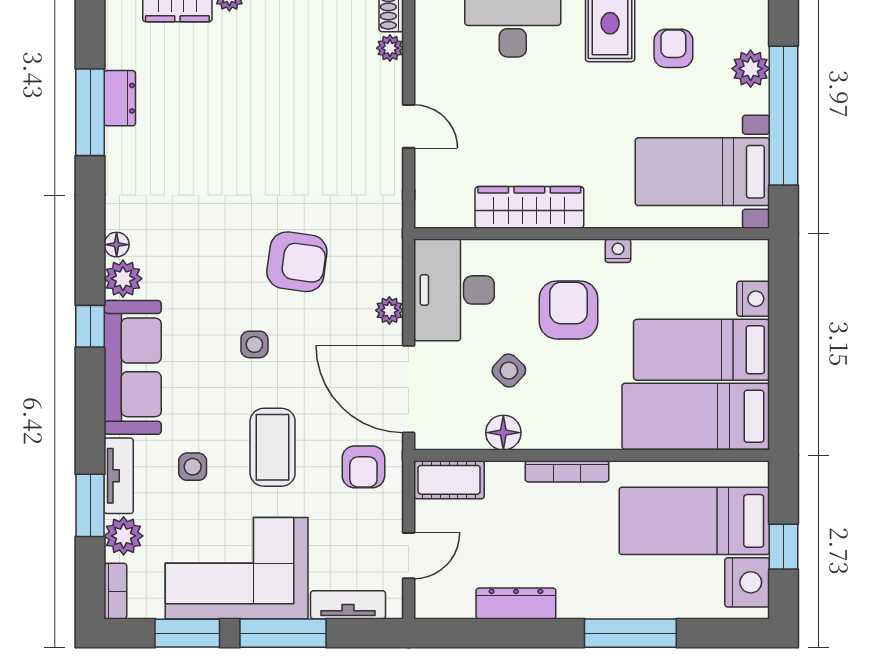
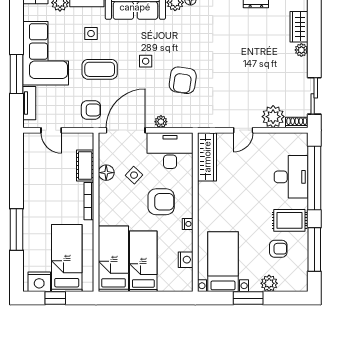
plant: (390, 48) -> (273, 117), width x1.88, depth x1.88
window: (784, 116) -> (248, 298), width x0.47
wardrobe: (529, 207) -> (207, 157), moved
nightstand: (753, 299) -> (186, 260), moved, turned -90
armchair: (363, 467) -> (91, 110), turned 180
cot: (449, 480) -> (85, 165), moved
dresser: (516, 604) -> (30, 178), removed
window: (187, 633) -> (16, 31), removed

